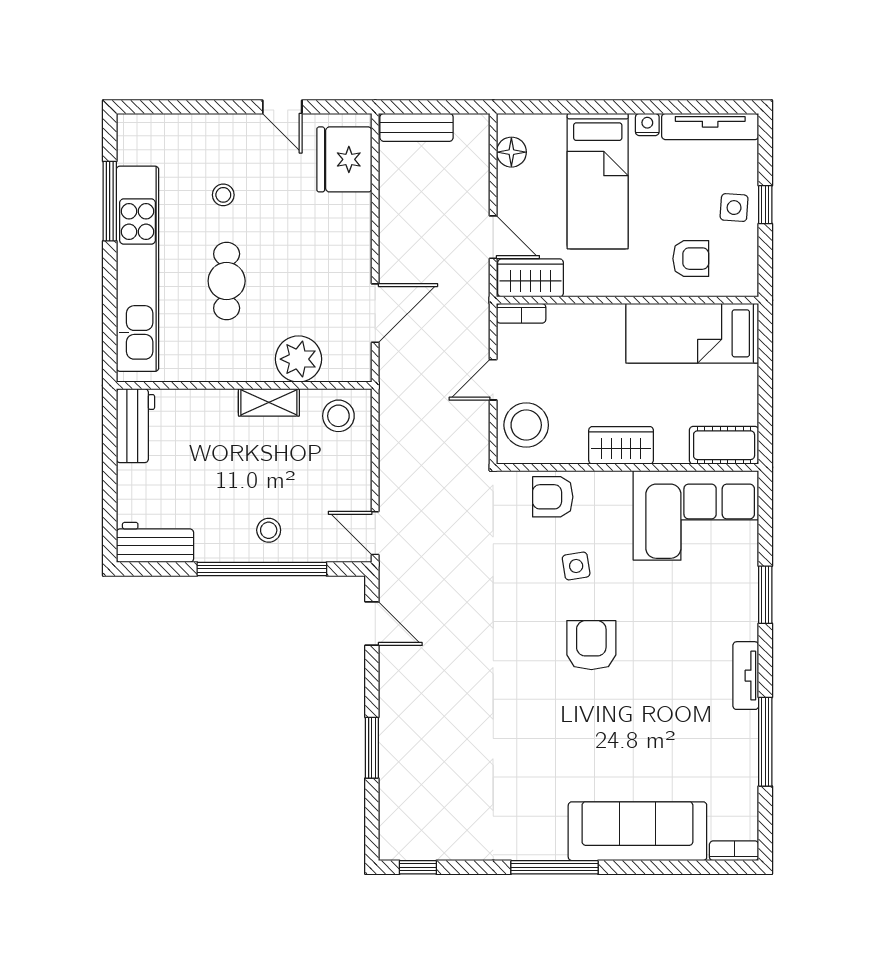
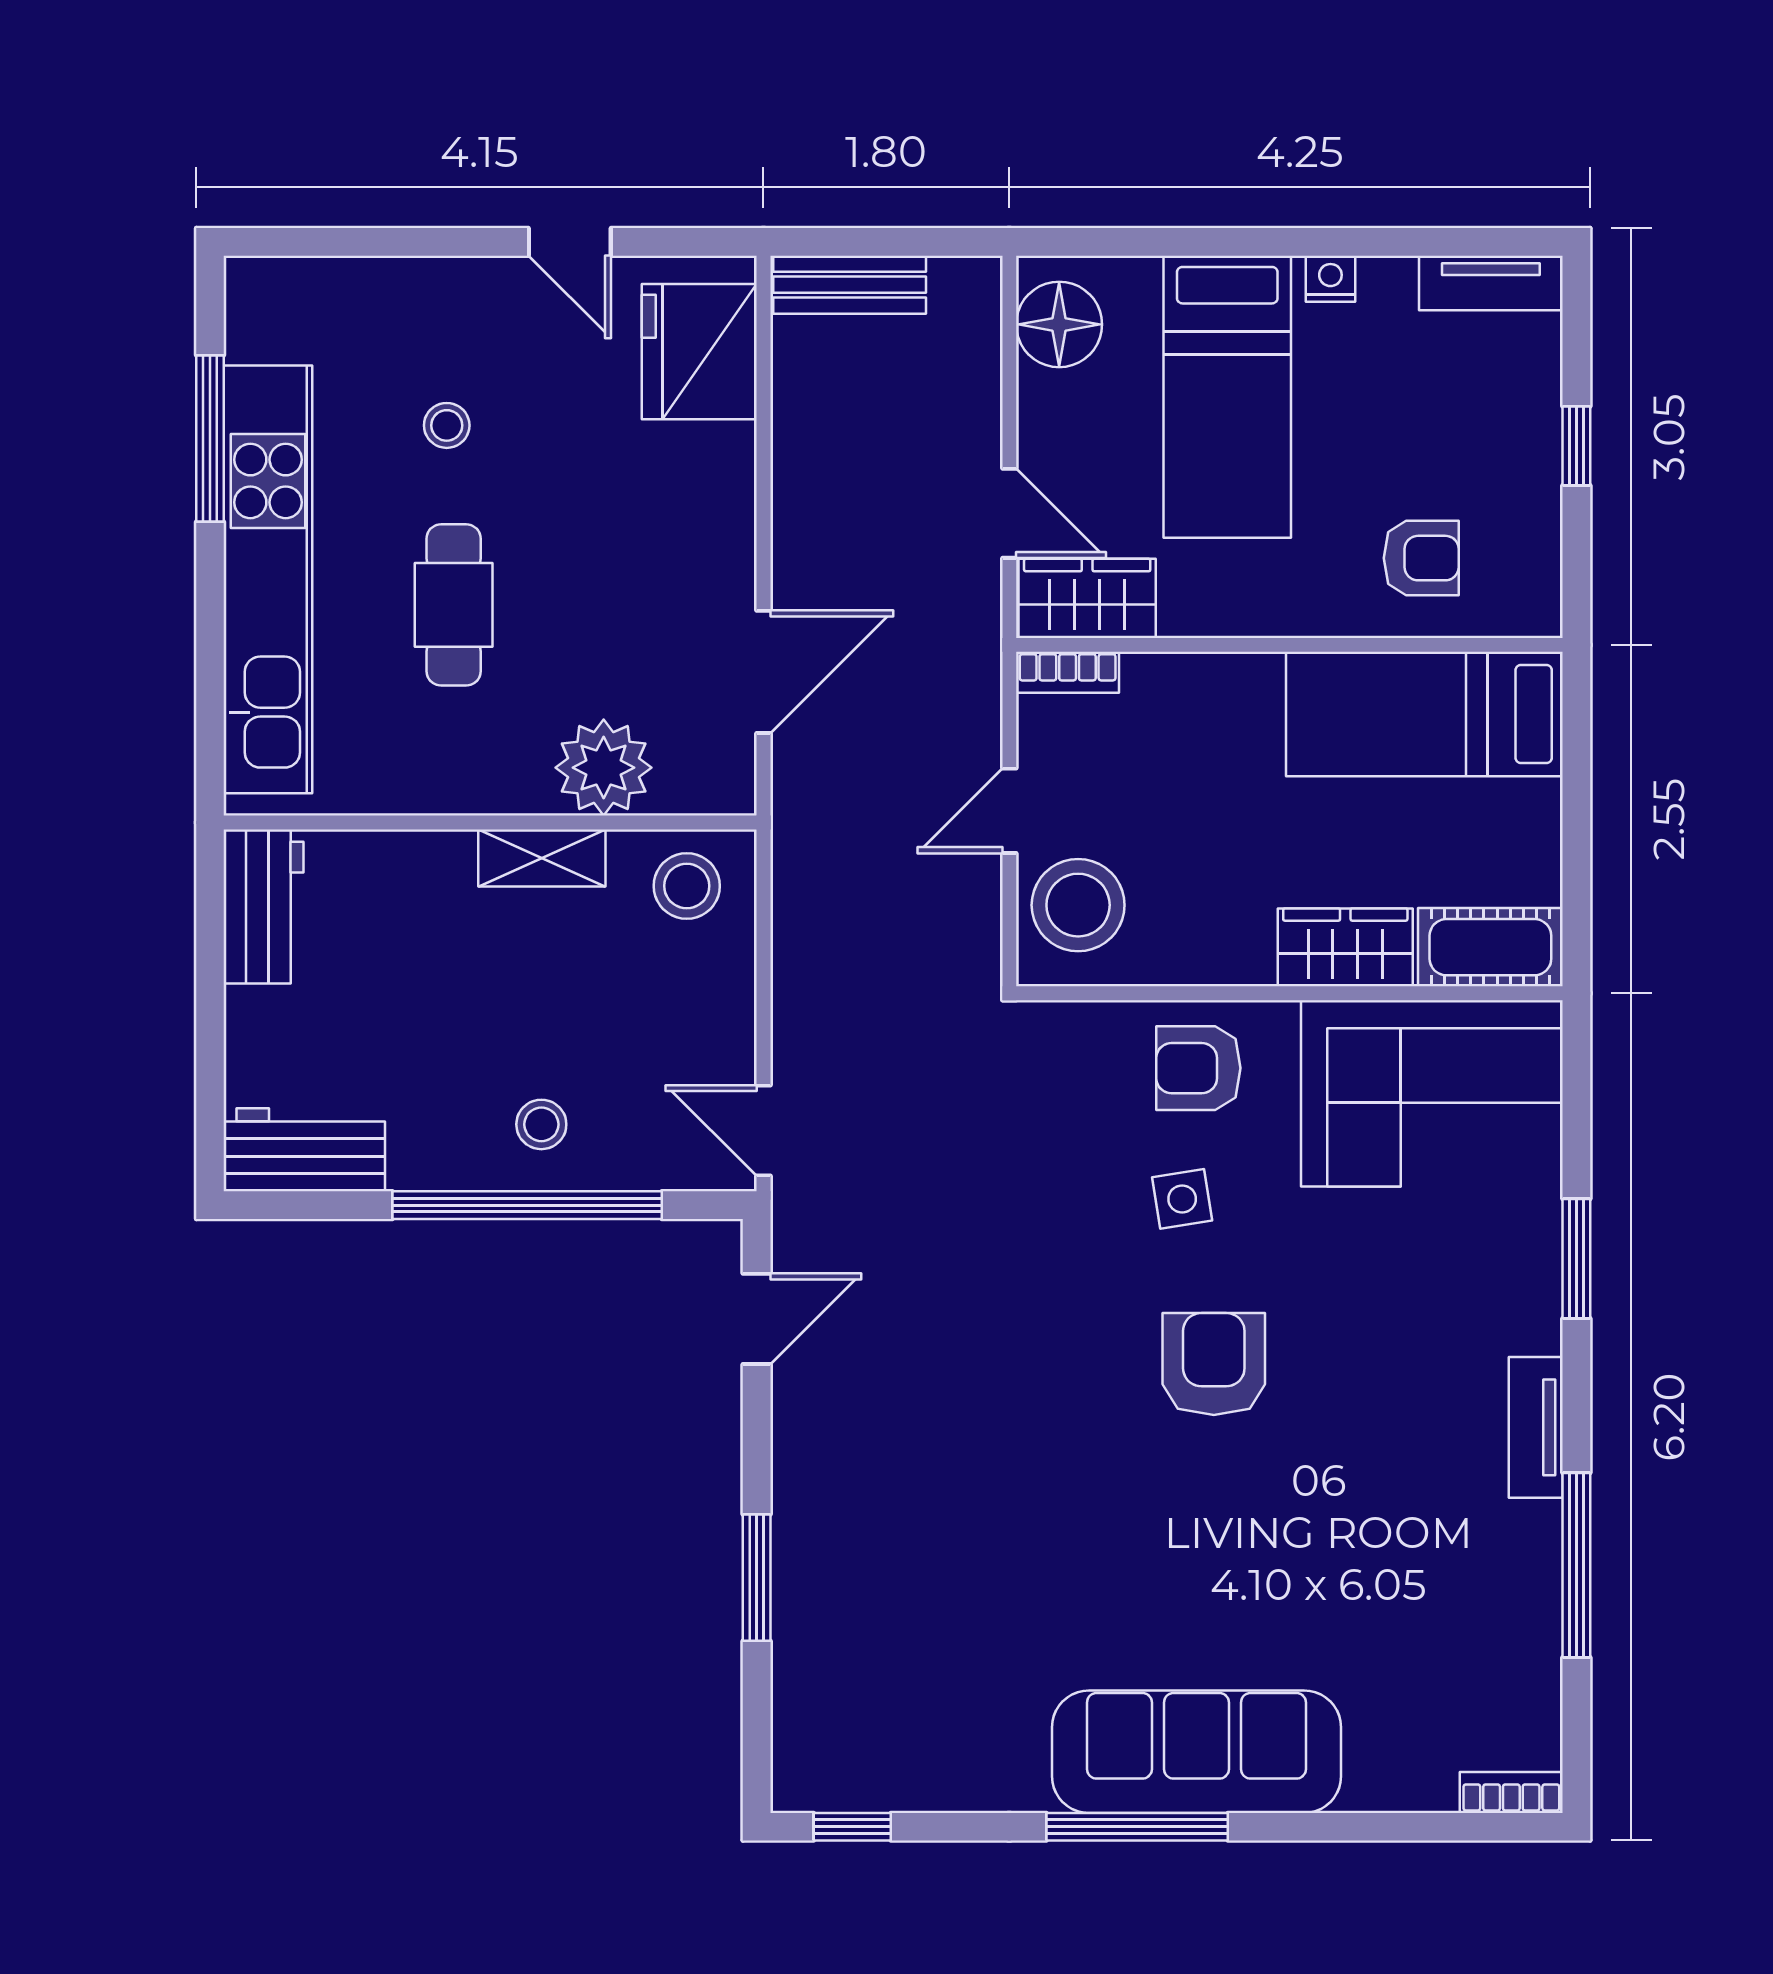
tv unit: (710, 127) -> (1491, 283), width x0.71
floor lamp: (511, 152) -> (1059, 324), width x1.38, depth x1.38
side table: (734, 208) -> (1511, 452), removed
wardrobe: (621, 445) -> (1345, 947), moved
armchair: (553, 497) -> (1198, 1068), moved
door: (372, 624) -> (757, 1319), hinge flipped
sofa: (637, 831) -> (1196, 1752), moved

